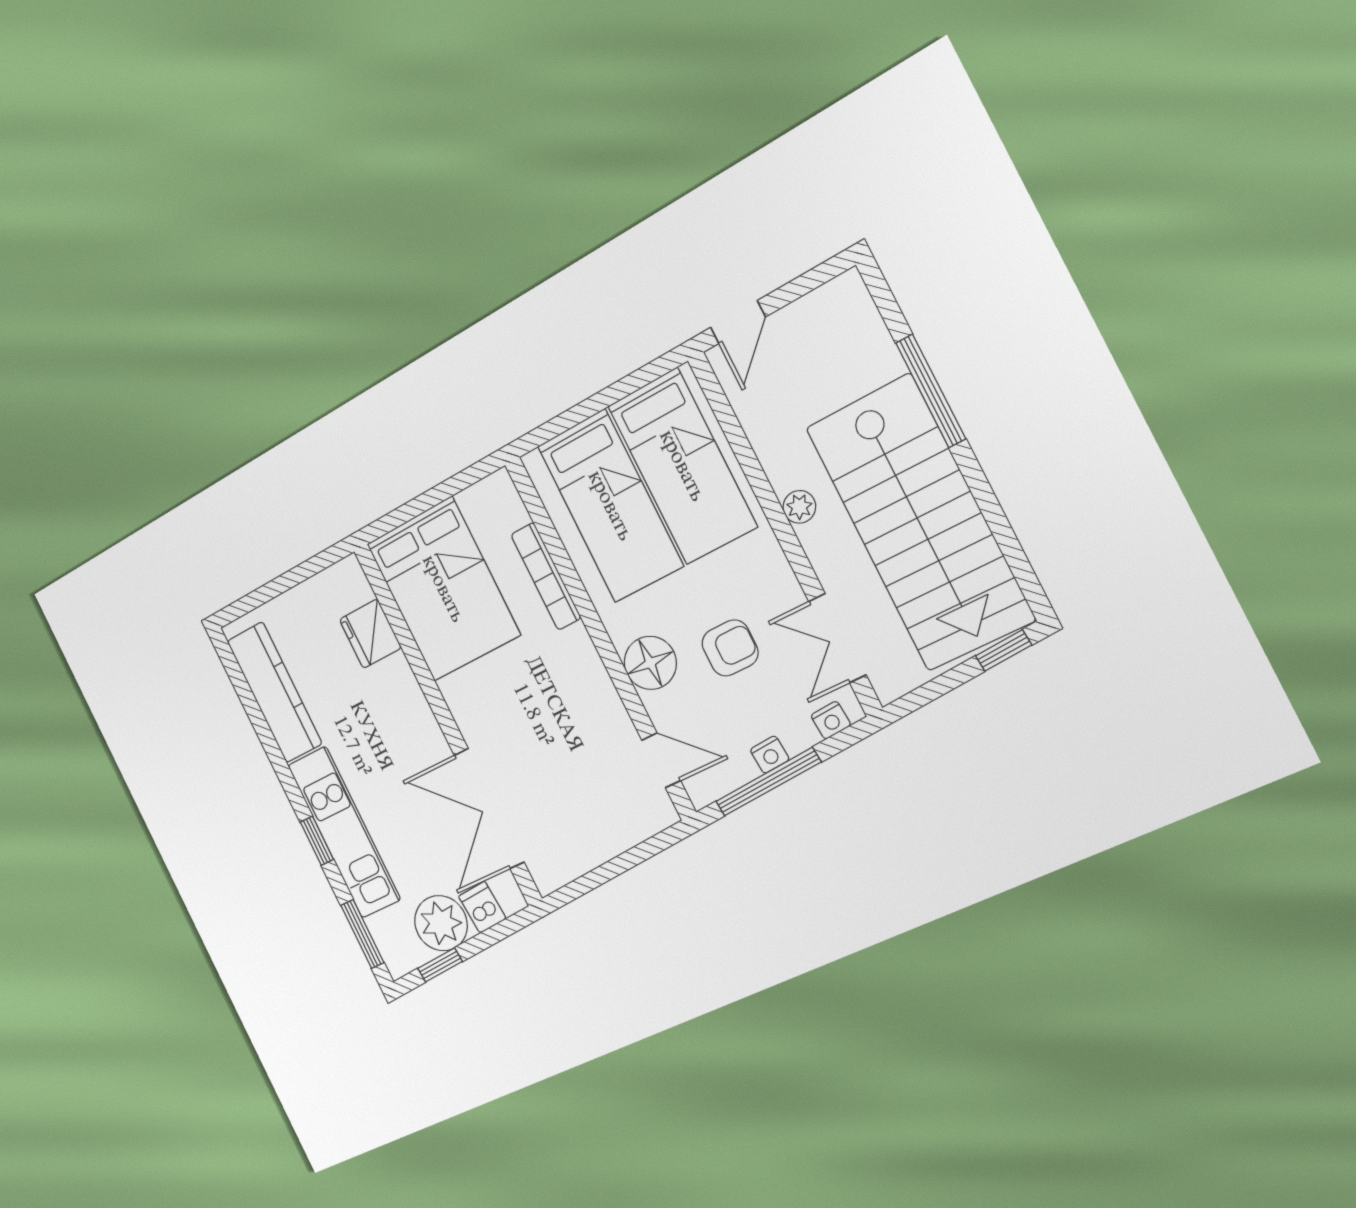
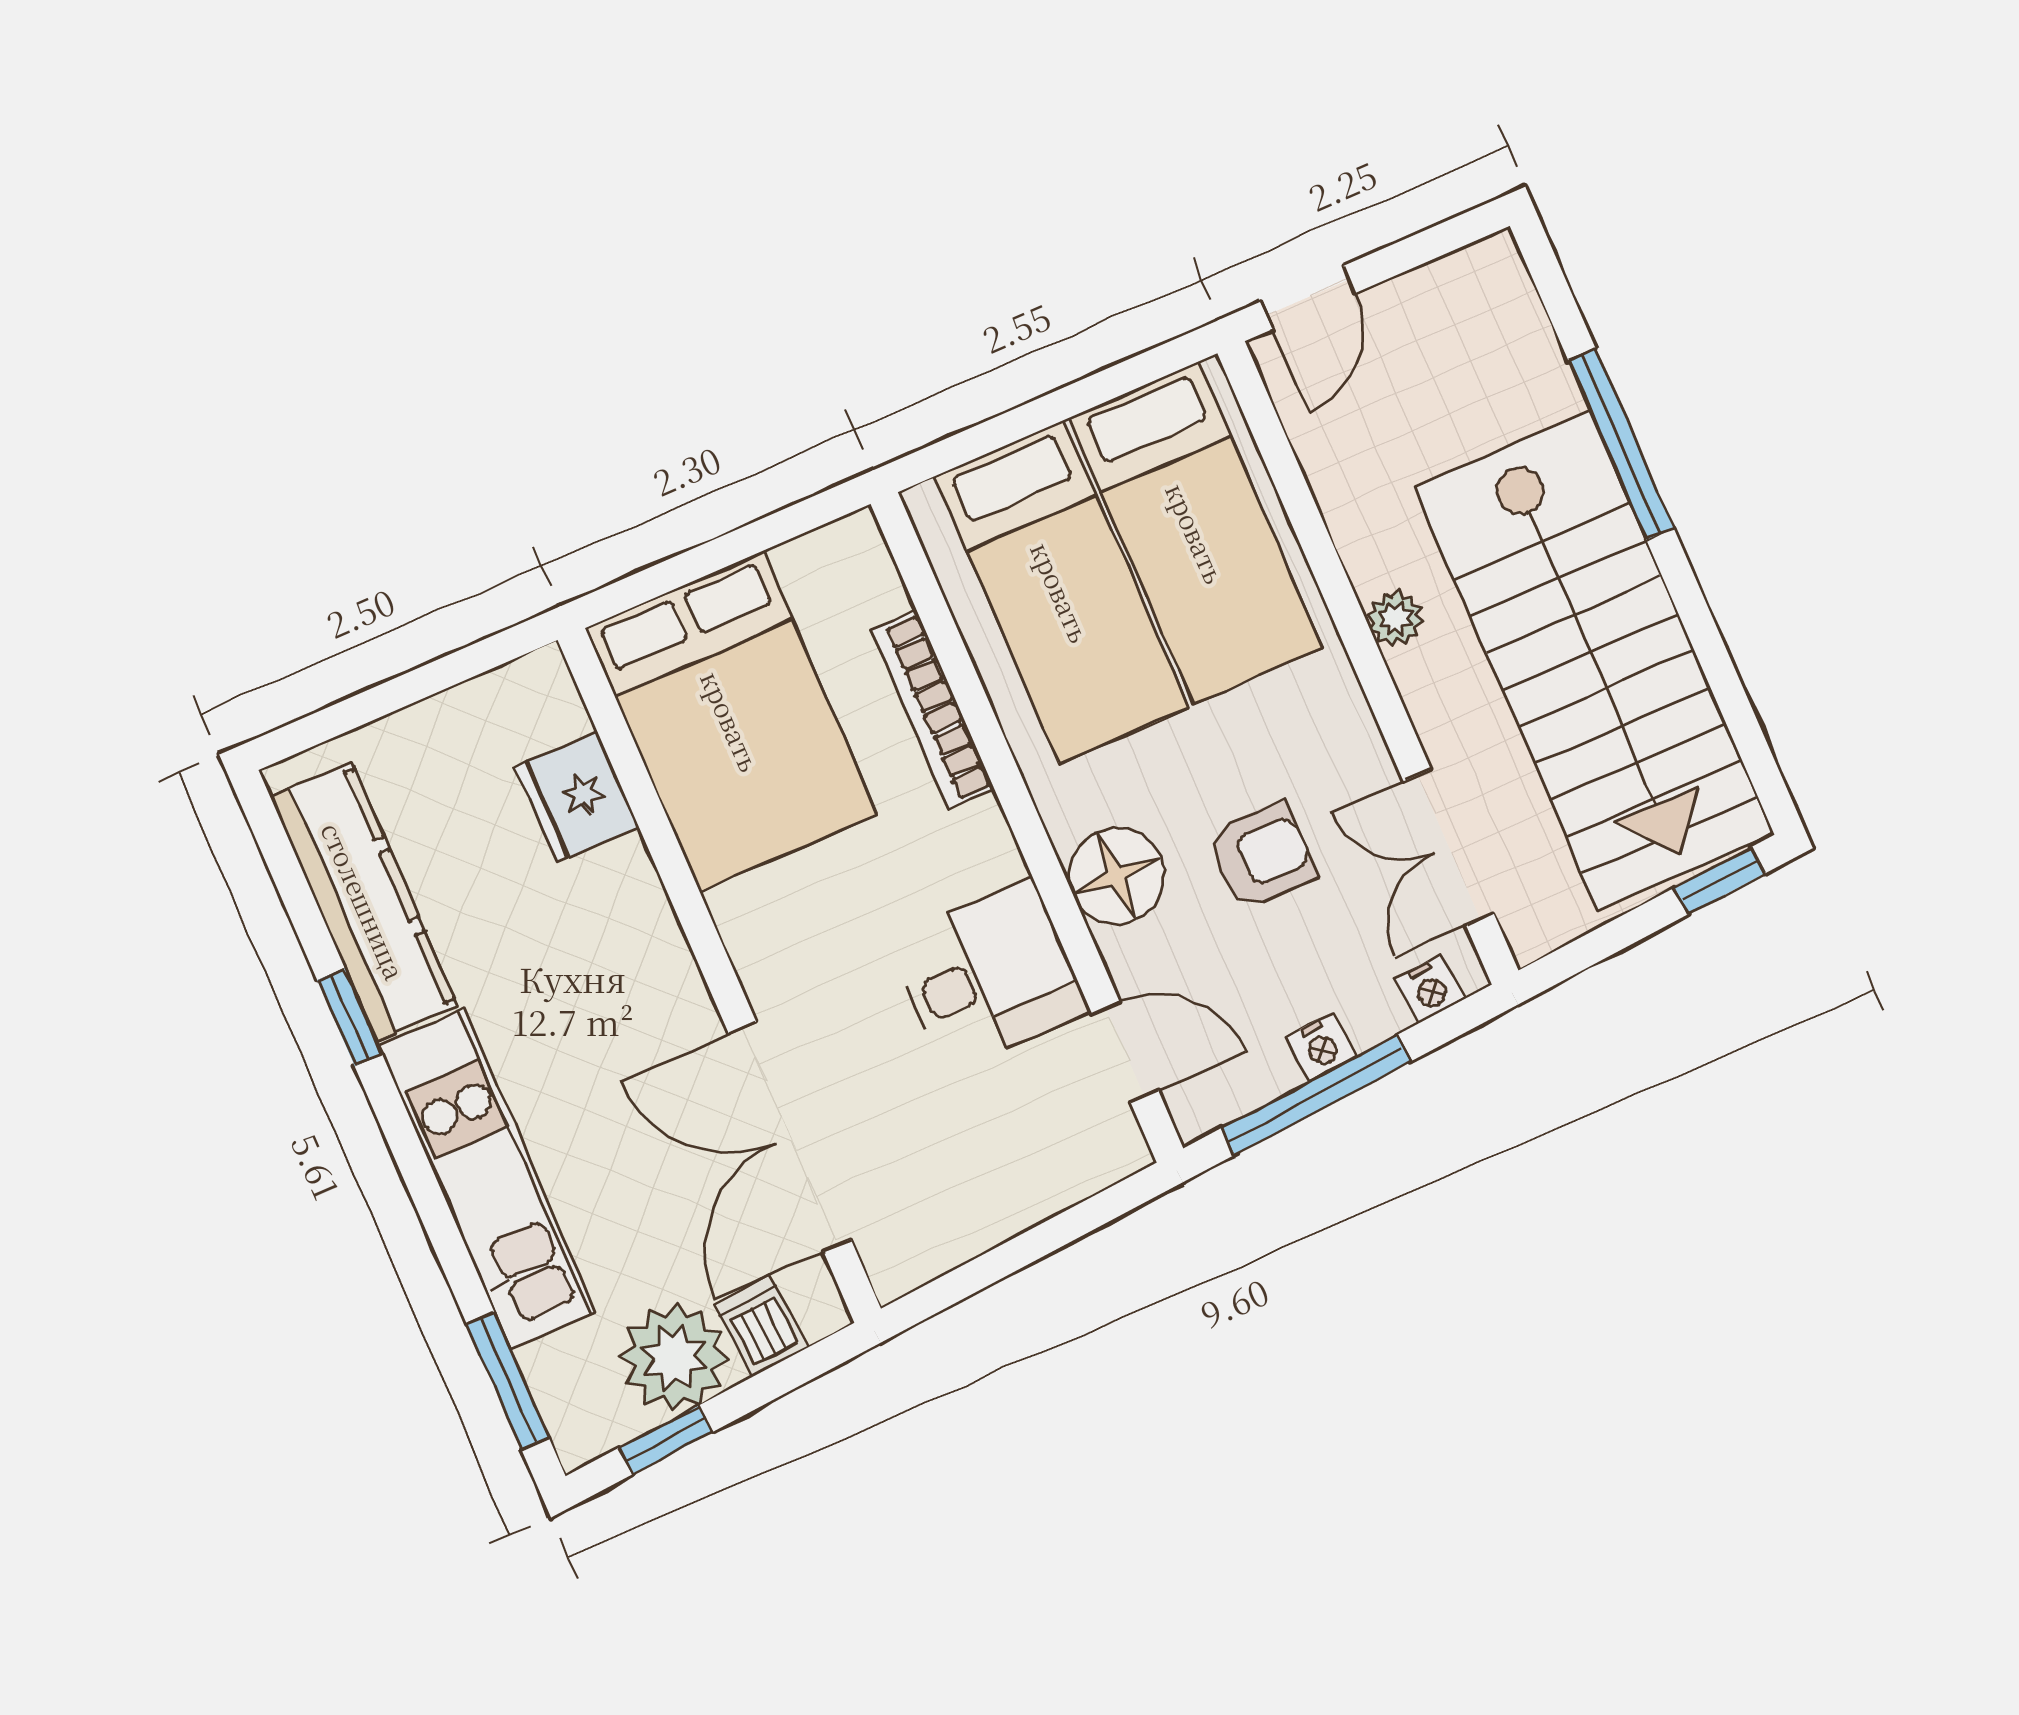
desk: (585, 720) -> (989, 976), added
window: (317, 841) -> (350, 1017), moved

